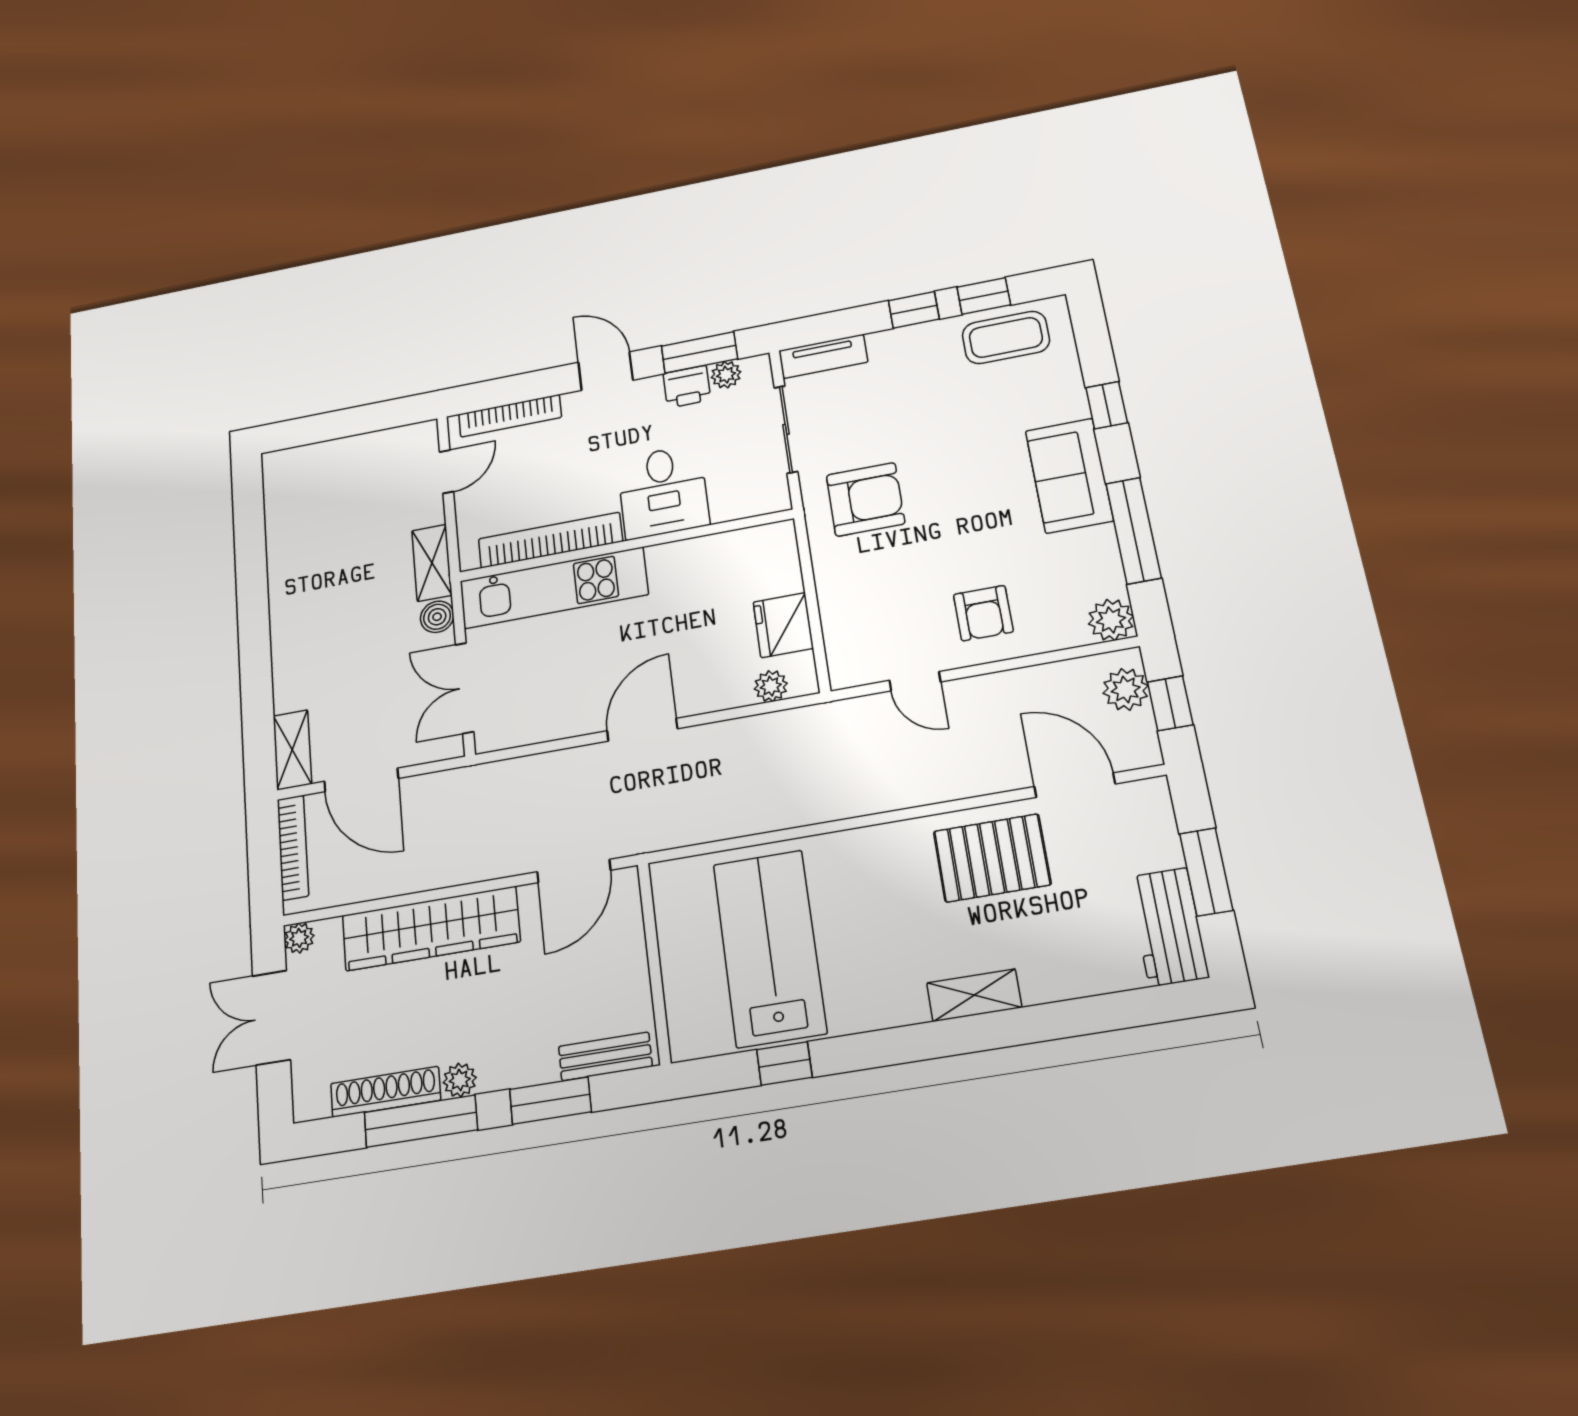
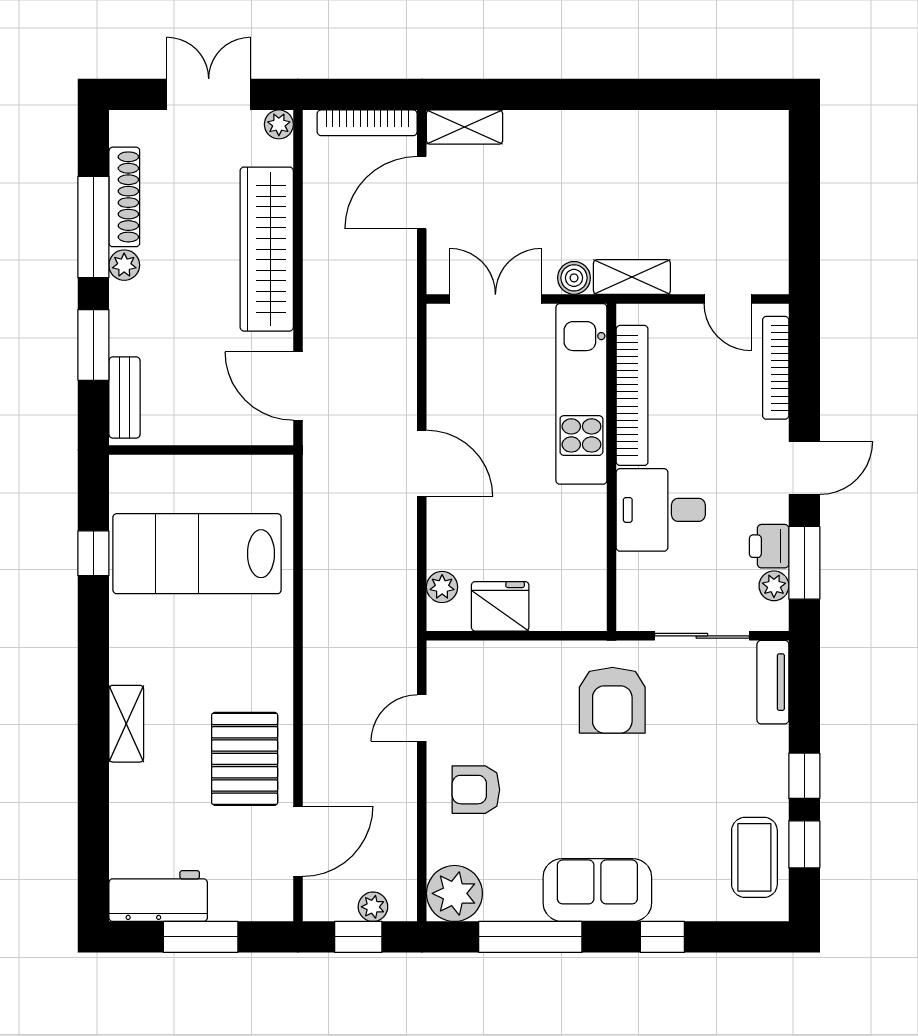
plant: (1111, 620) -> (454, 893), width x1.36, depth x1.36
plant: (1126, 689) -> (373, 907), width x0.73, depth x0.73
lab bench: (769, 948) -> (197, 554), turned 180

